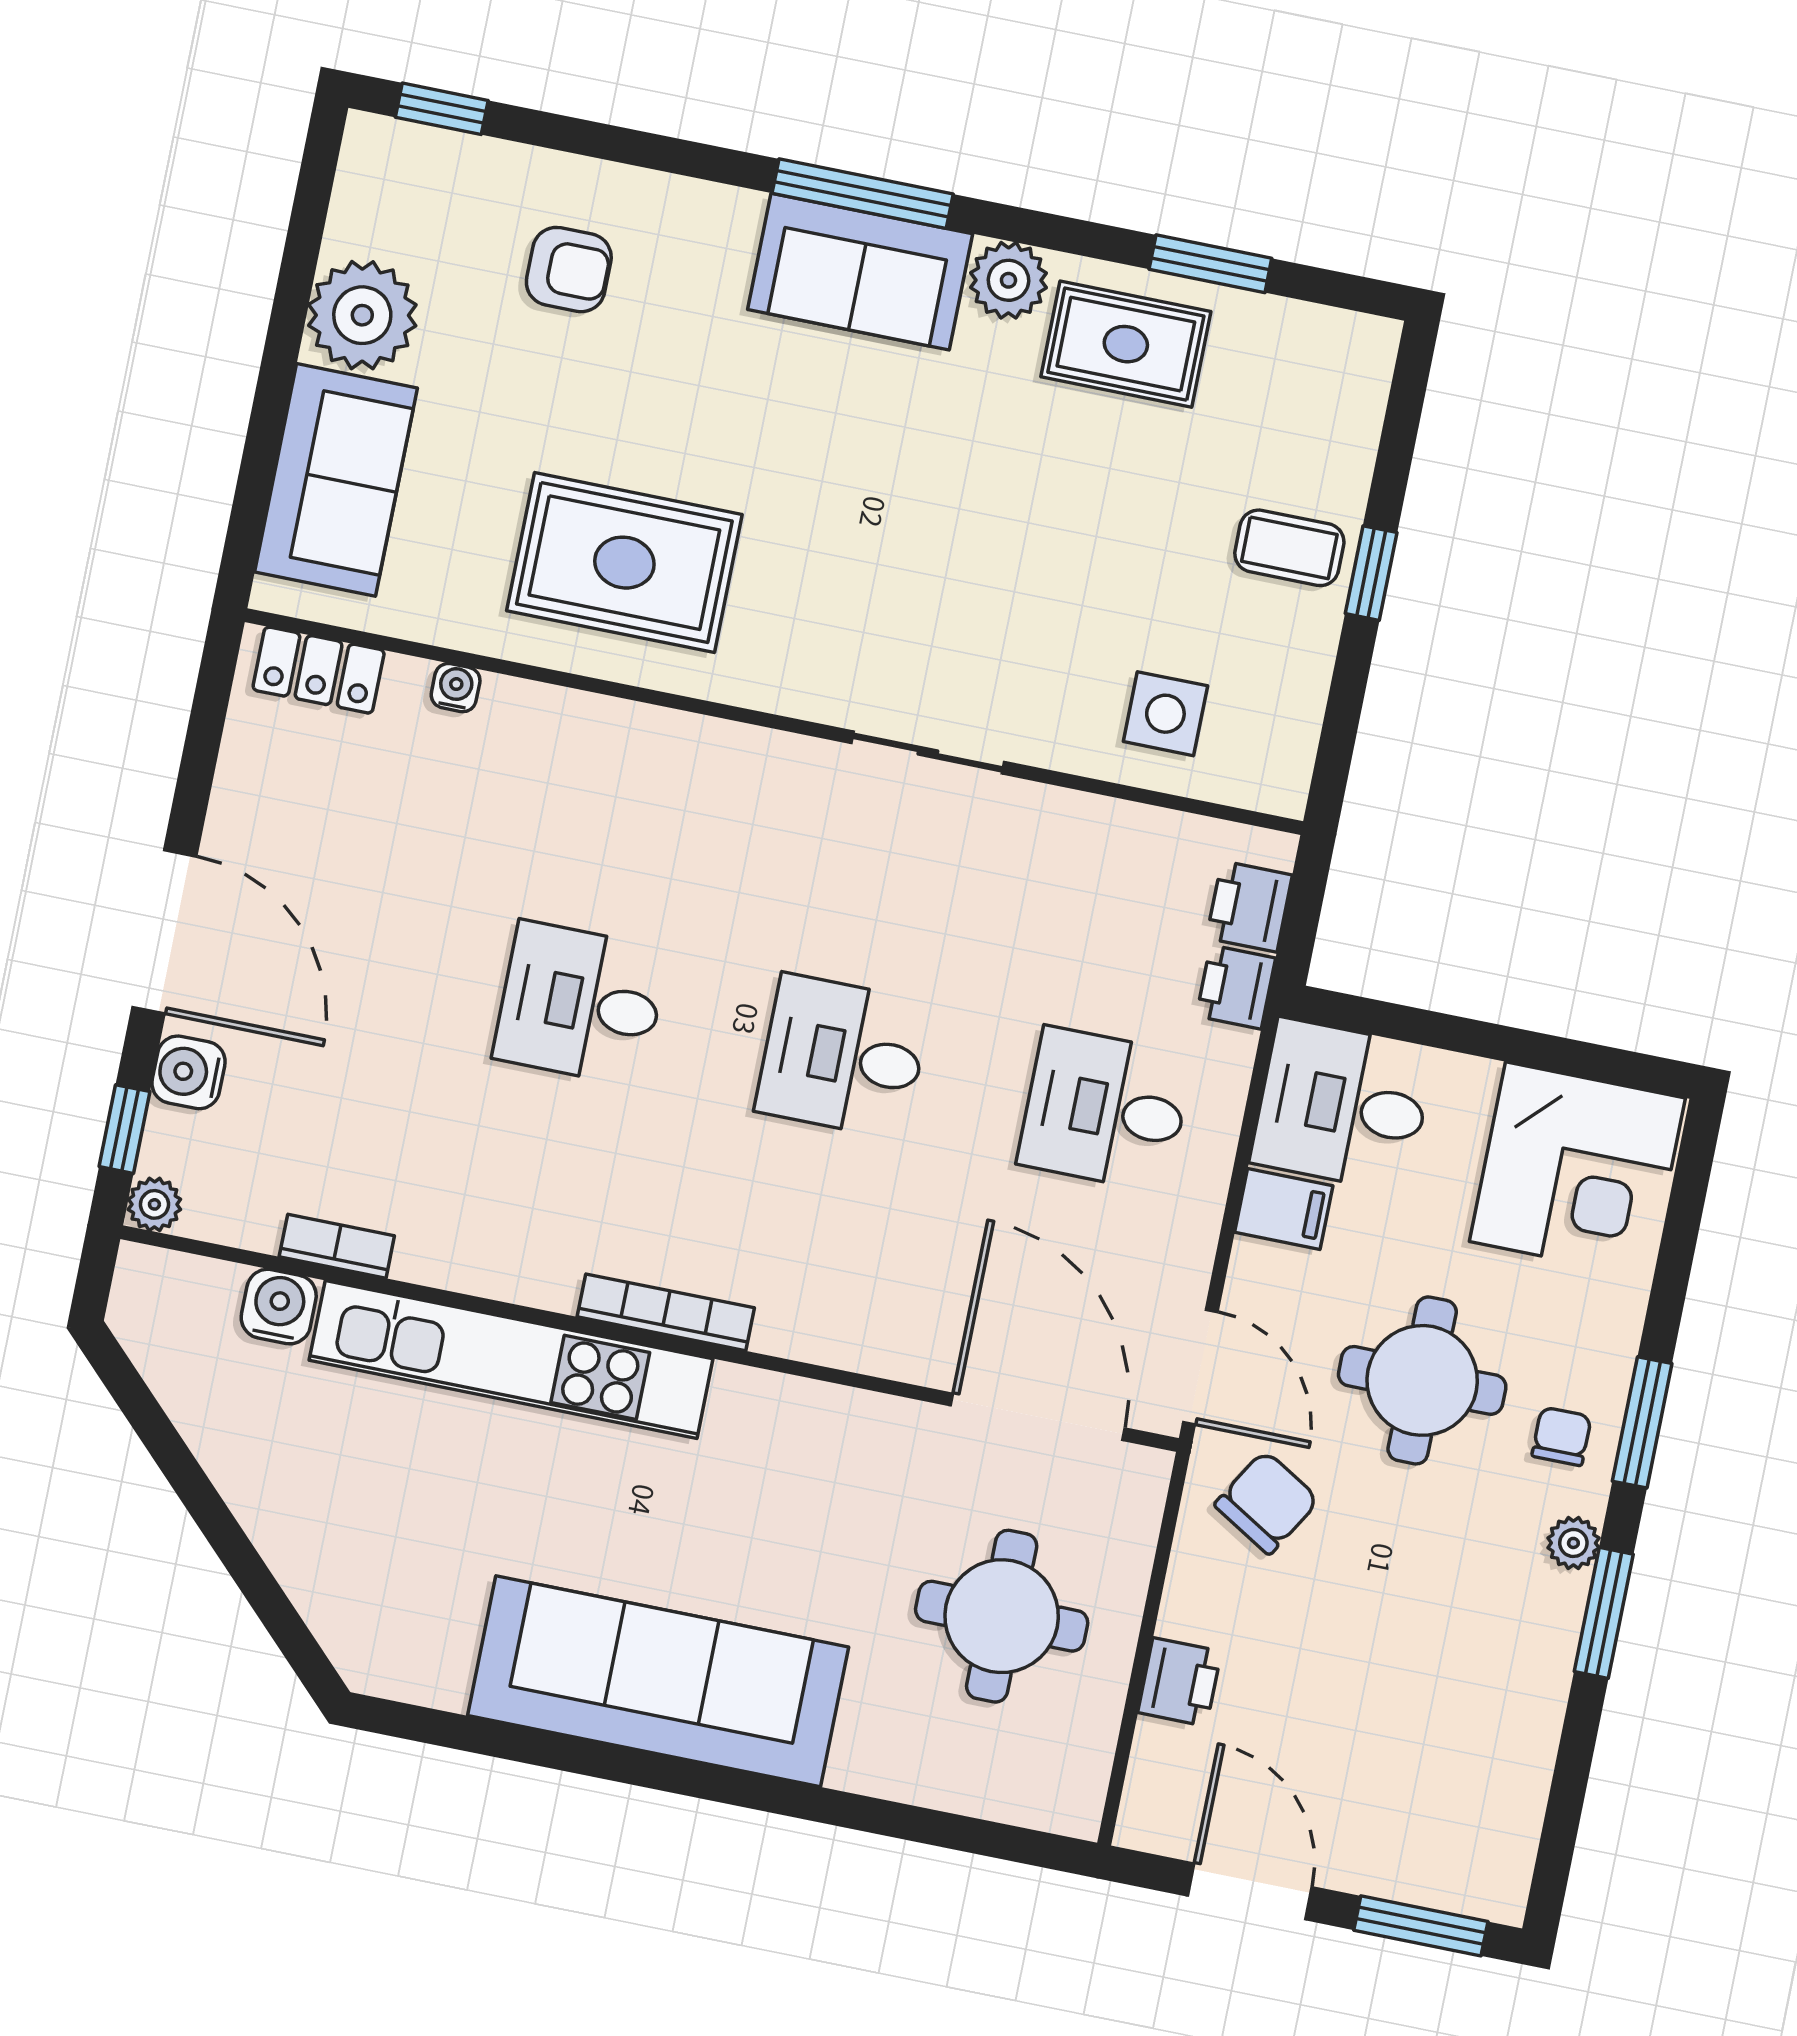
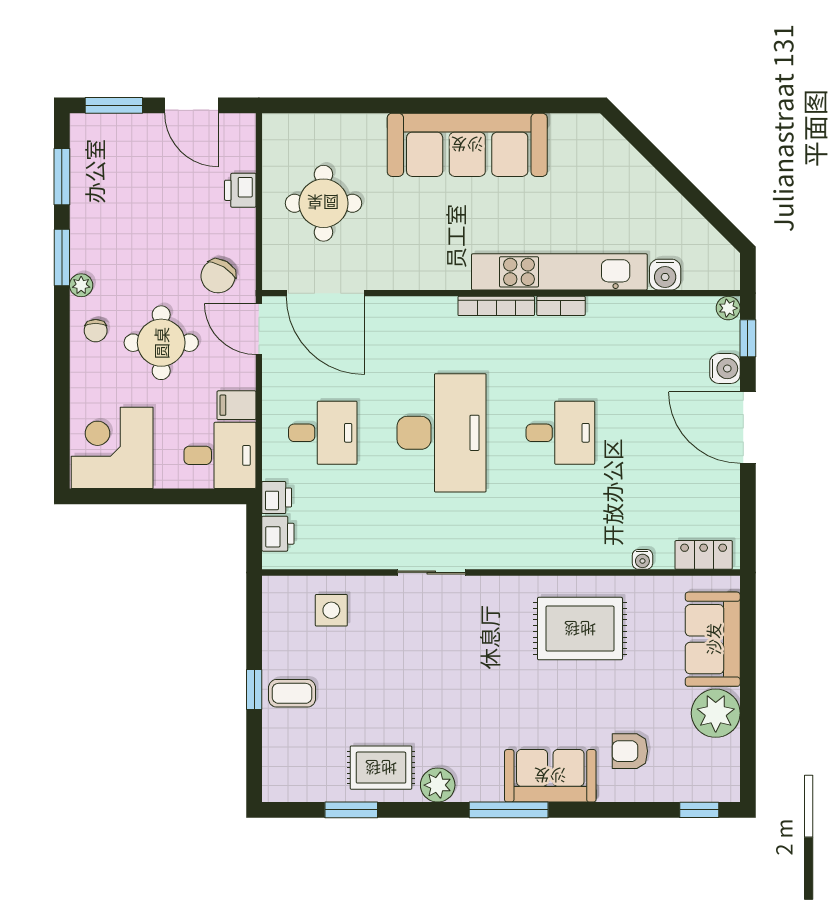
sofa: (860, 272) -> (550, 776), moved
desk: (843, 1057) -> (442, 433), width x1.87, depth x1.30
bookcase: (337, 1246) -> (561, 306), moved
window: (1642, 1422) -> (62, 177), moved

